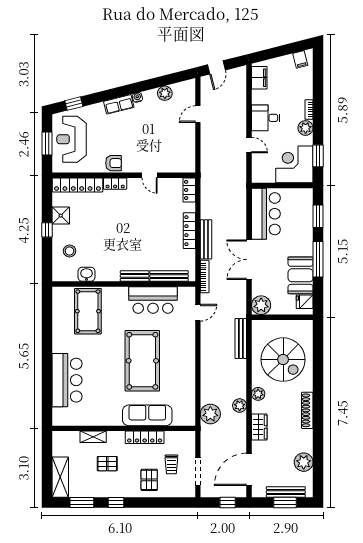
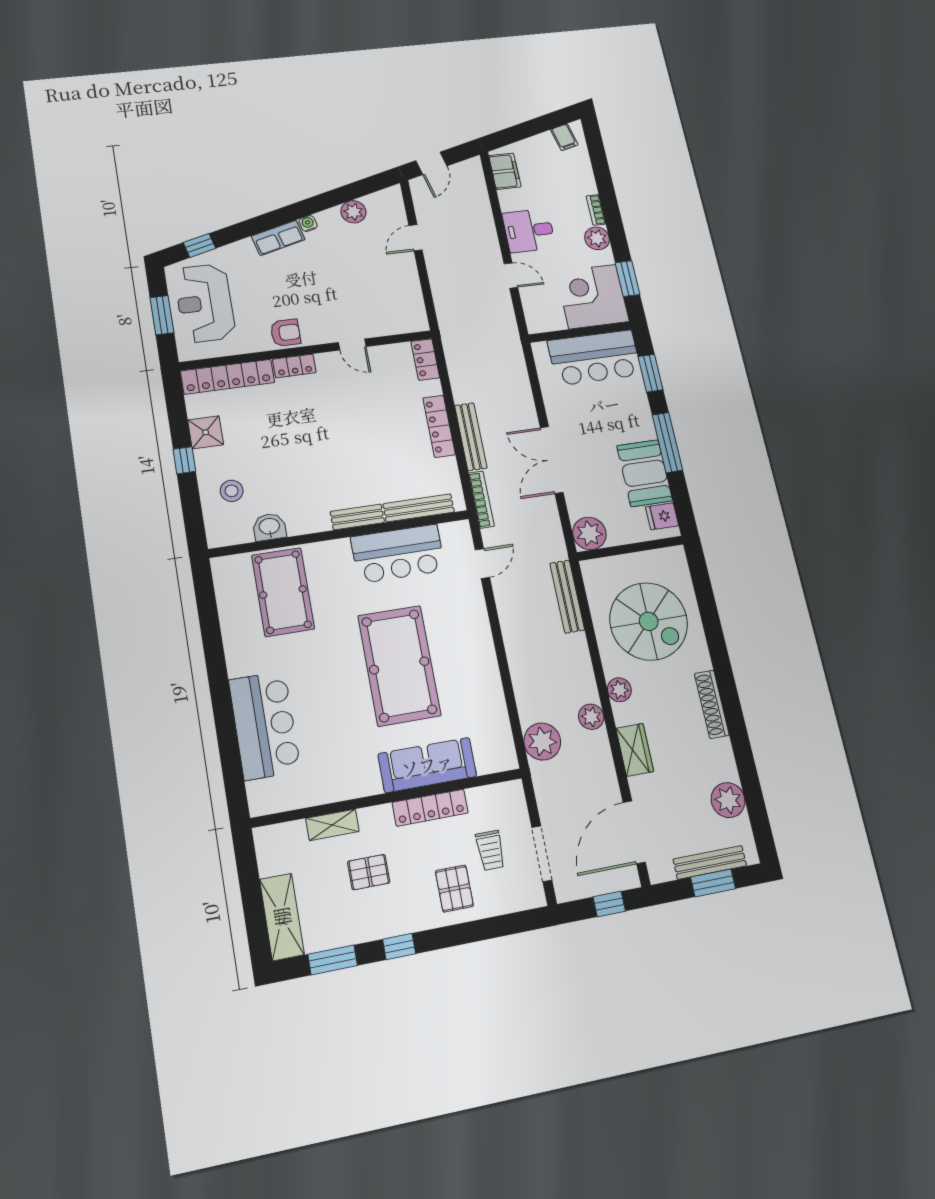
bar counter: (266, 214) -> (595, 358), moved, turned 90

